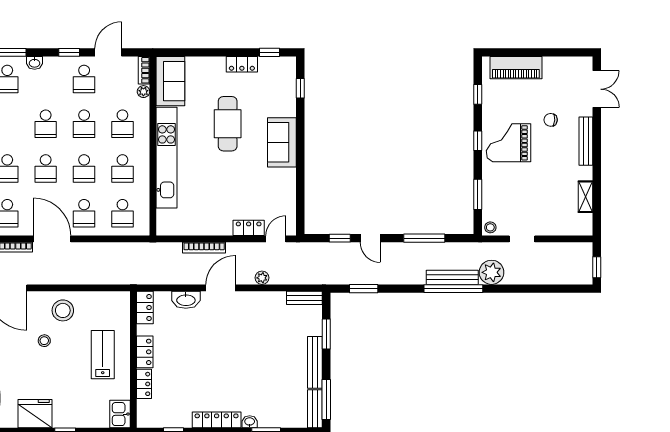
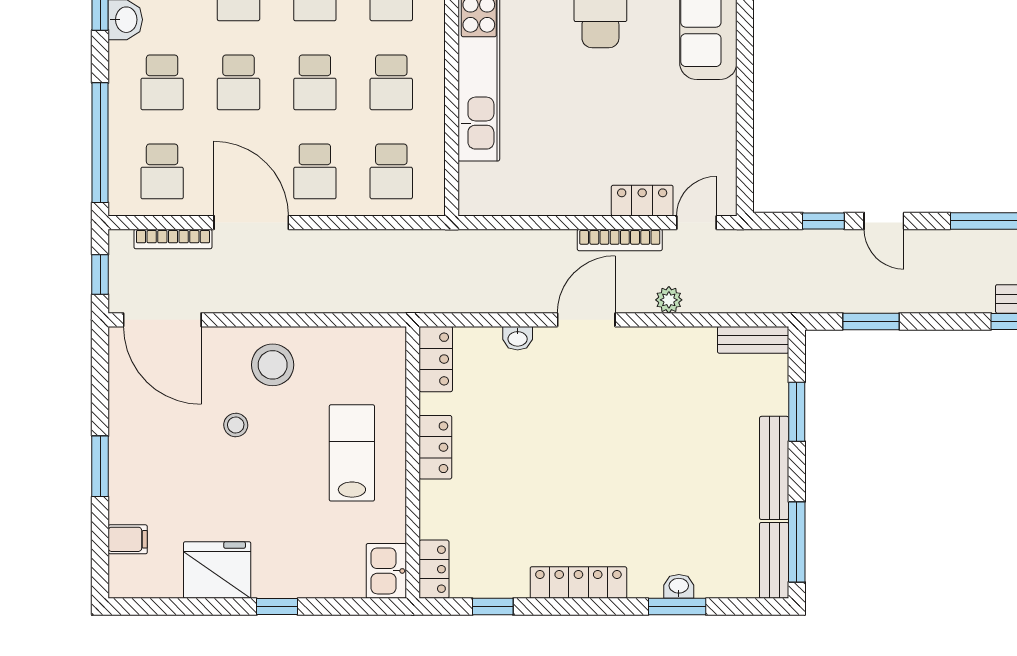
bookcase: (204, 248) -> (620, 240), moved
washbasin: (186, 300) -> (518, 338), width x0.52, depth x0.69
locker: (144, 384) -> (434, 569), moved
washbasin: (250, 422) -> (679, 586), moved

